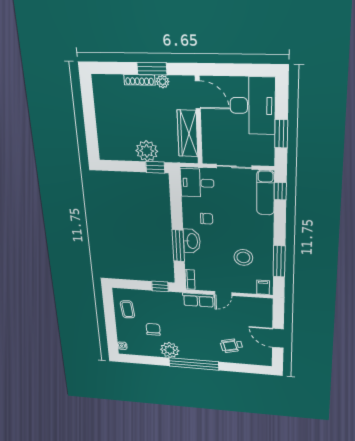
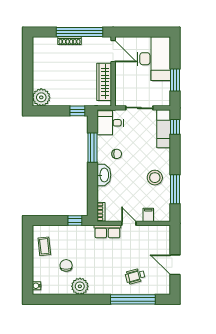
window: (152, 69) -> (79, 32), width x2.11
plant: (163, 82) -> (87, 42), removed
plant: (147, 151) -> (41, 97), moved
window: (178, 246) -> (92, 148), moved
stool: (243, 257) -> (155, 178), moved
filing cabinet: (263, 287) -> (148, 215), moved
door: (223, 293) -> (129, 223), swing flipped
window: (194, 364) -> (133, 299), moved

